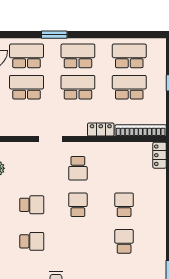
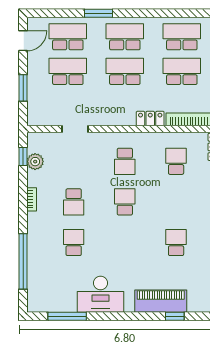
doorway: (50, 139) -> (75, 129), moved
school desk: (32, 205) -> (74, 202), turned 90
school desk: (124, 205) -> (176, 161), moved
school desk: (32, 241) -> (74, 243), turned -90

